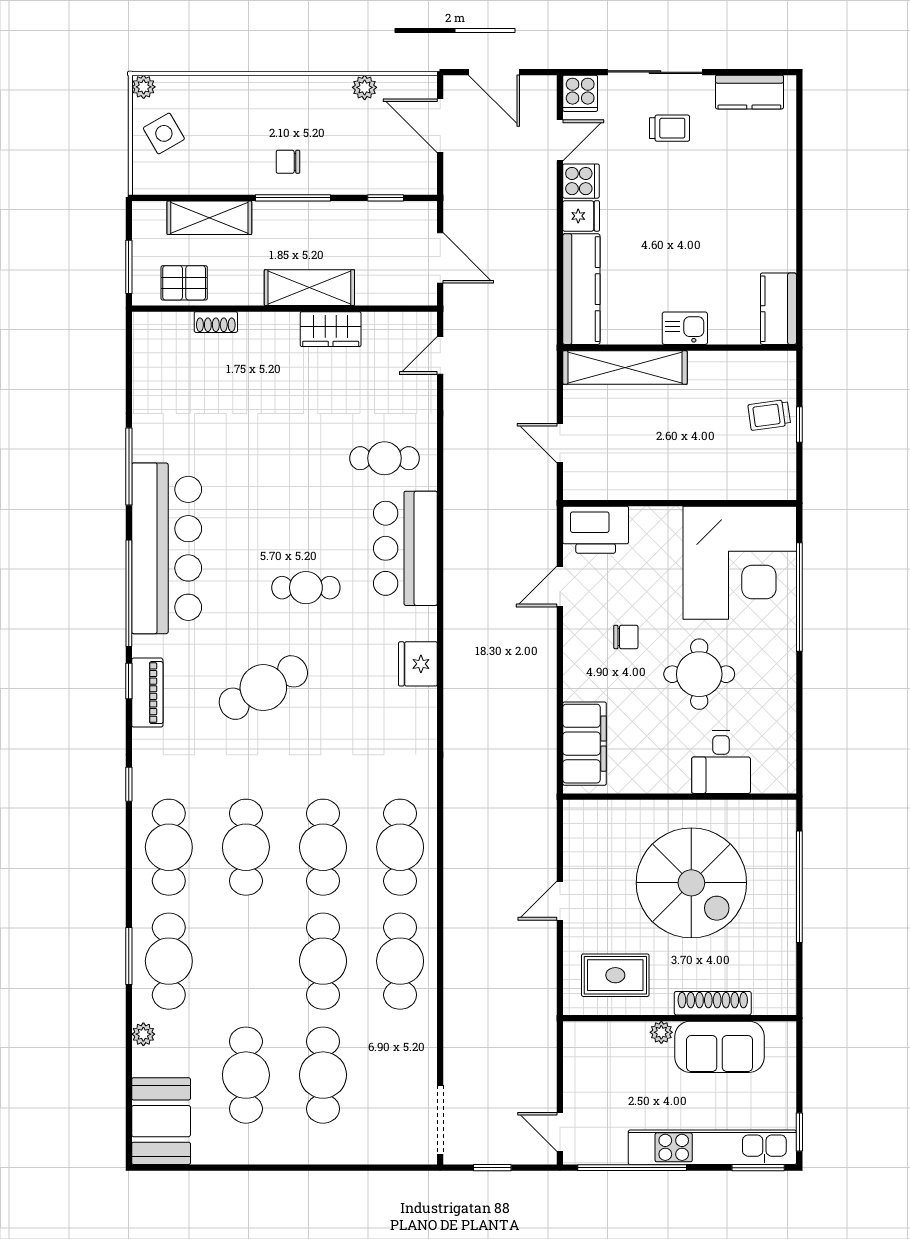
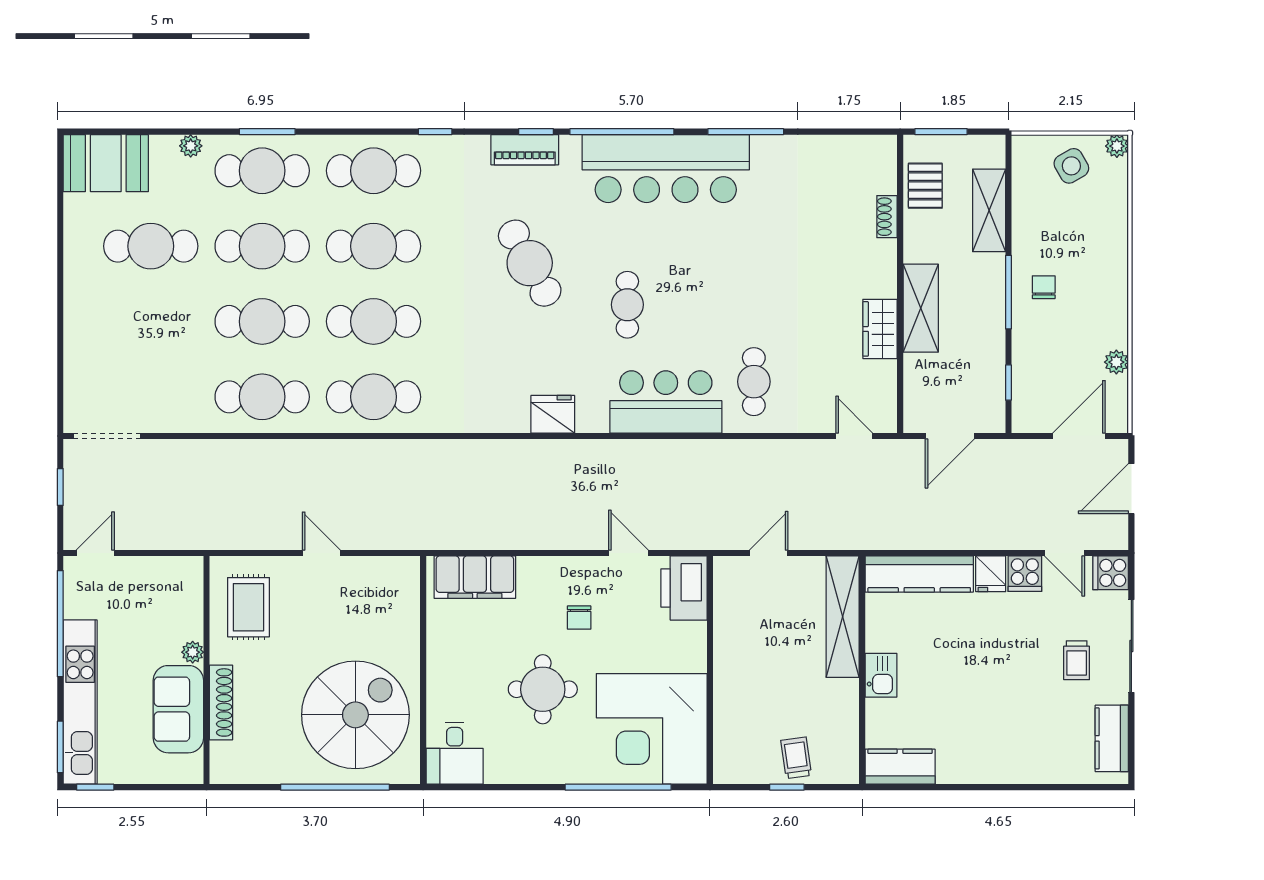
desk: (721, 762) -> (455, 753), moved, turned -90
spiral stairs: (691, 883) -> (355, 715), moved, turned 180
cafe table: (323, 1075) -> (262, 246), moved

